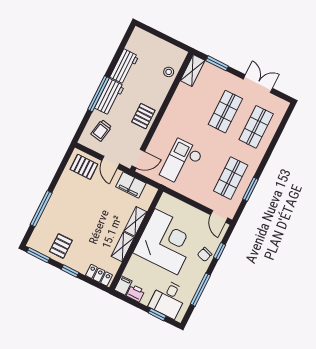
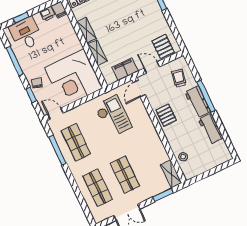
pallet: (84, 167) -> (163, 46), turned 90
window: (250, 189) -> (57, 150), width x1.44
corner desk: (166, 242) -> (74, 78), moved

